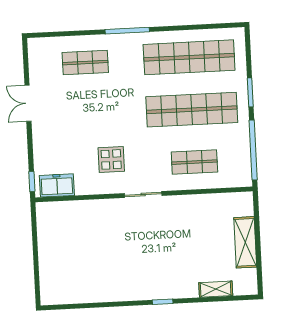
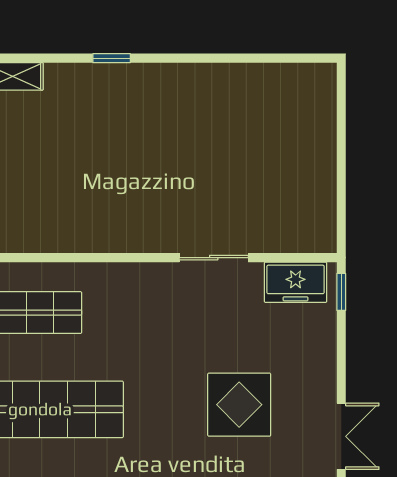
display table: (111, 159) -> (239, 405), moved, width x1.36, depth x1.36
sliding door: (143, 194) -> (214, 258), moved

